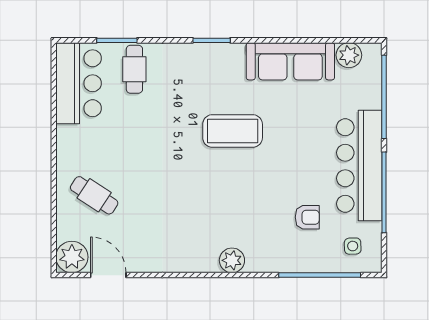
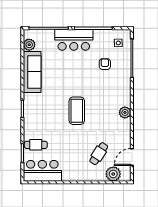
coffee table: (233, 131) -> (77, 111), moved
bar counter: (359, 166) -> (74, 40), width x0.73
cafe table: (94, 195) -> (99, 154), moved
plant: (72, 257) -> (113, 174), moved
plant: (232, 260) -> (125, 112), moved

